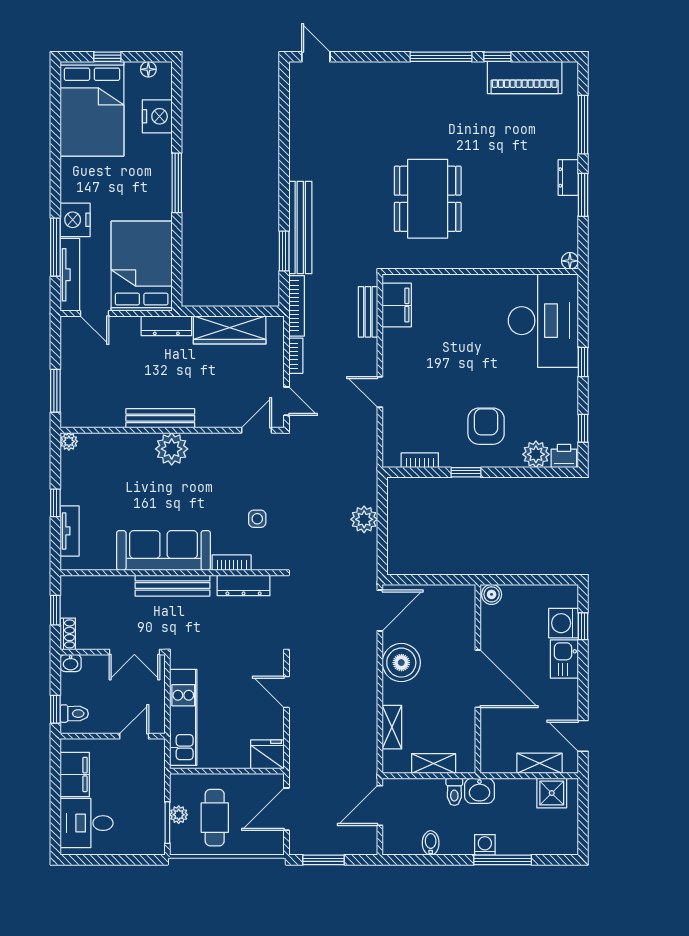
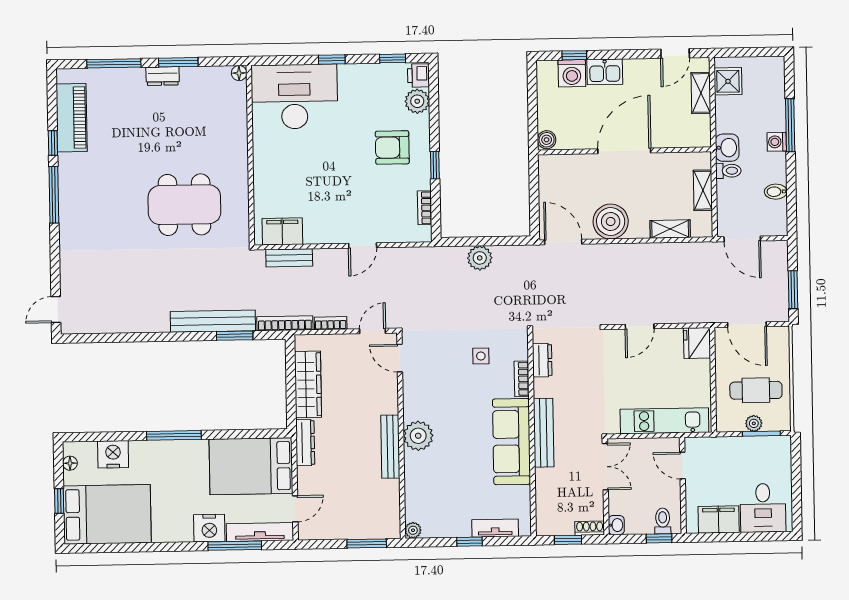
dresser: (244, 585) -> (542, 360), width x0.70

